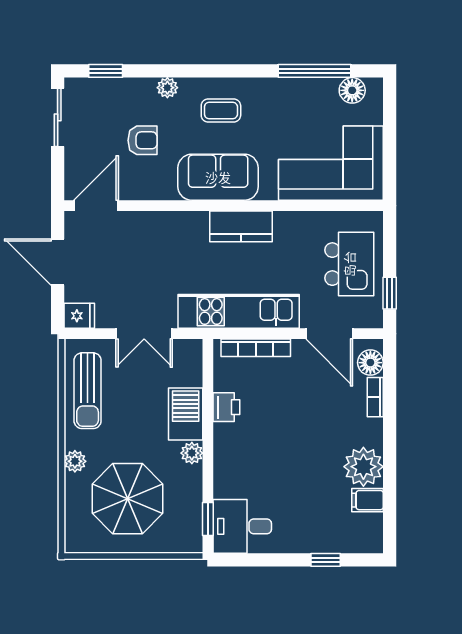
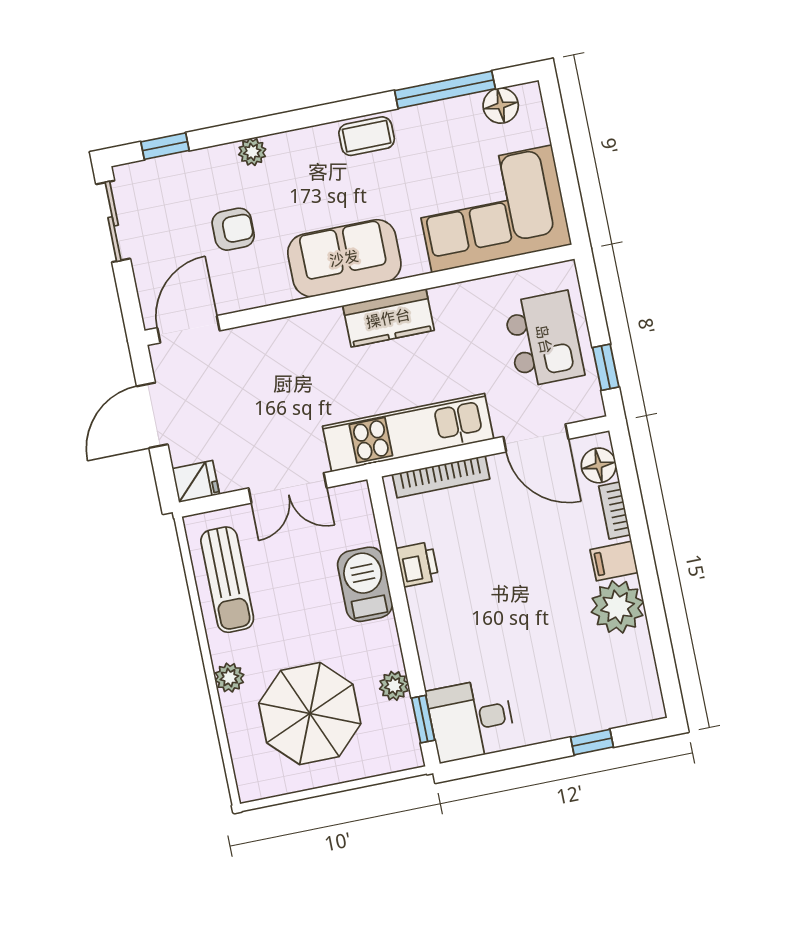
coffee table: (221, 110) -> (367, 136), moved
door: (58, 262) -> (152, 415), hinge flipped
plant: (192, 453) -> (394, 686), moved
filing cabinet: (368, 500) -> (614, 561), moved

